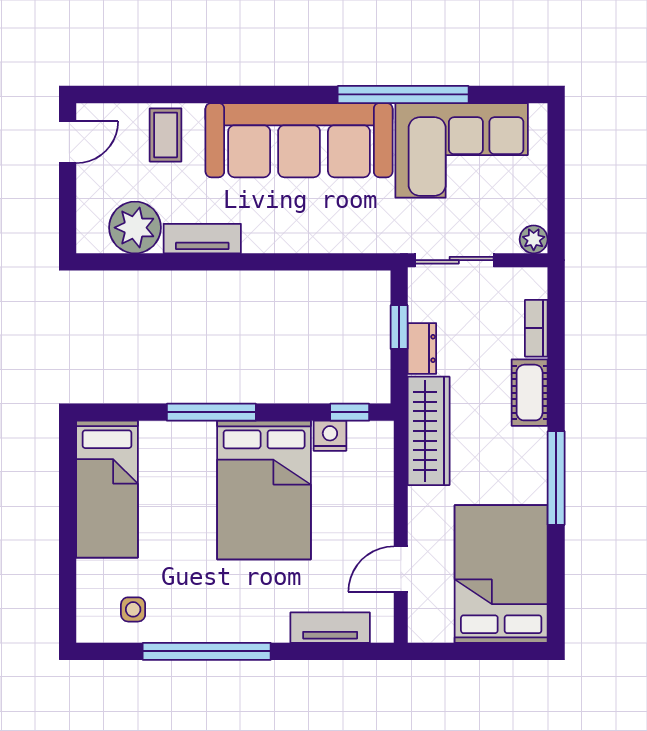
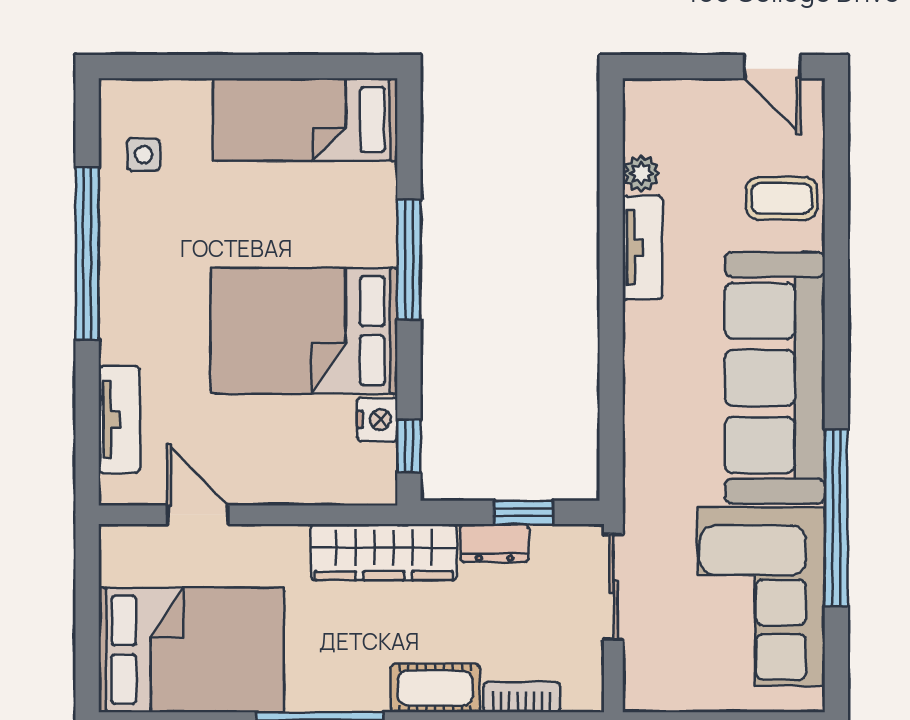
plant: (135, 228) -> (641, 173), width x0.53, depth x0.53
plant: (534, 239) -> (641, 693), removed

